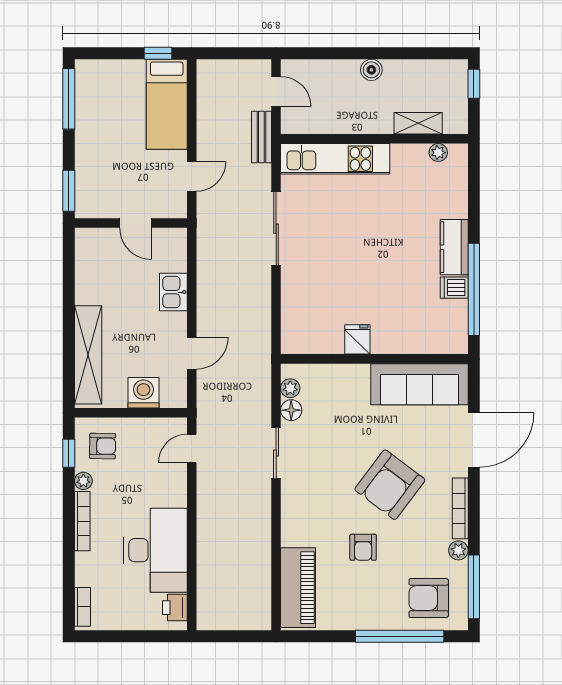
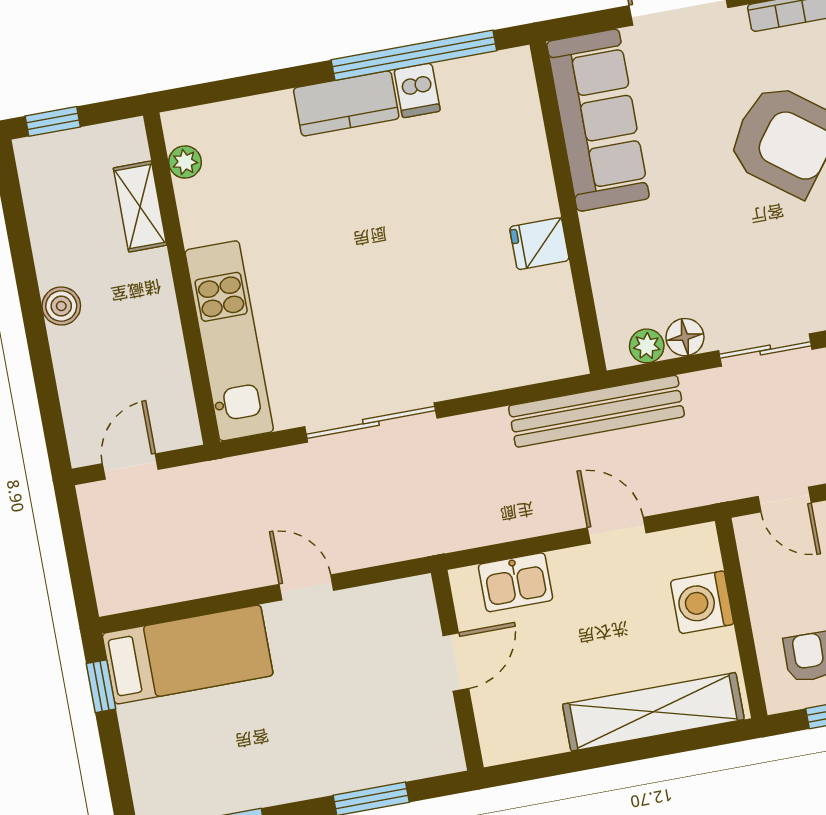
bench: (261, 137) -> (596, 411), moved, width x1.86, depth x1.21
wall: (131, 223) -> (457, 670), moved
door: (135, 223) -> (456, 662), moved

